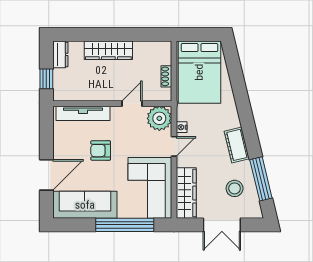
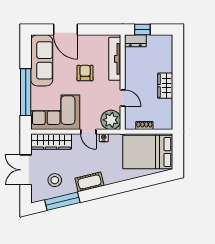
wardrobe: (108, 50) -> (165, 86), width x0.67
dresser: (60, 54) -> (135, 41), moved

